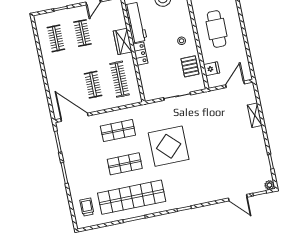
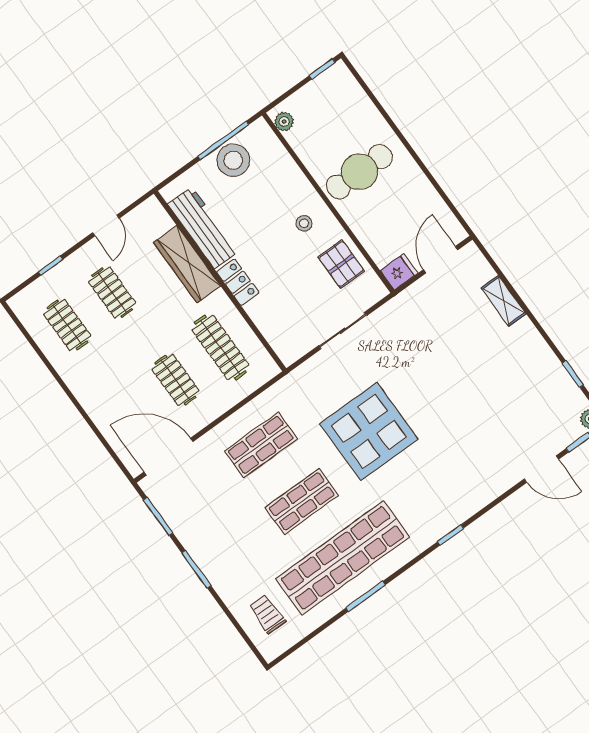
cafe table: (217, 29) -> (359, 172), turned 90
wardrobe: (123, 41) -> (187, 264), width x1.50
fridge: (211, 69) -> (399, 272), moved

